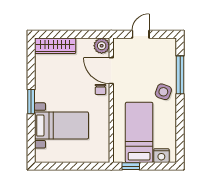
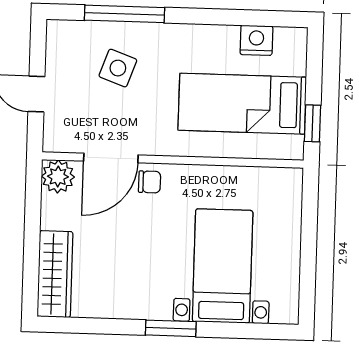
side table: (163, 92) -> (118, 68), moved
nightstand: (161, 156) -> (256, 40), moved, turned -90

